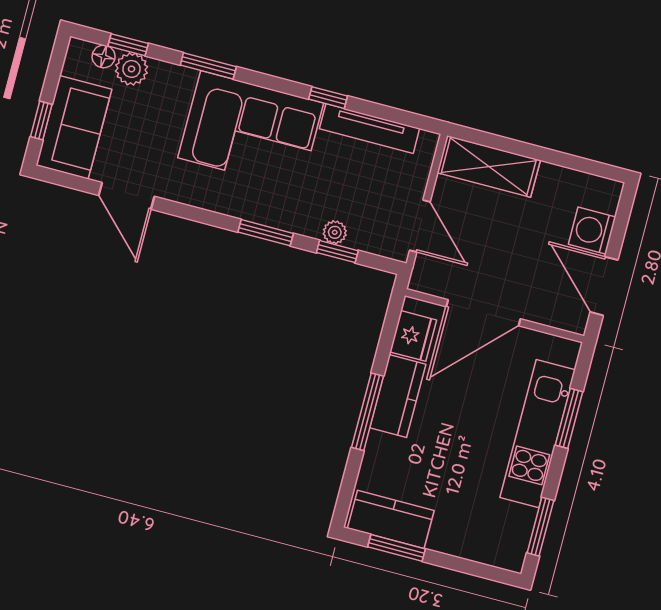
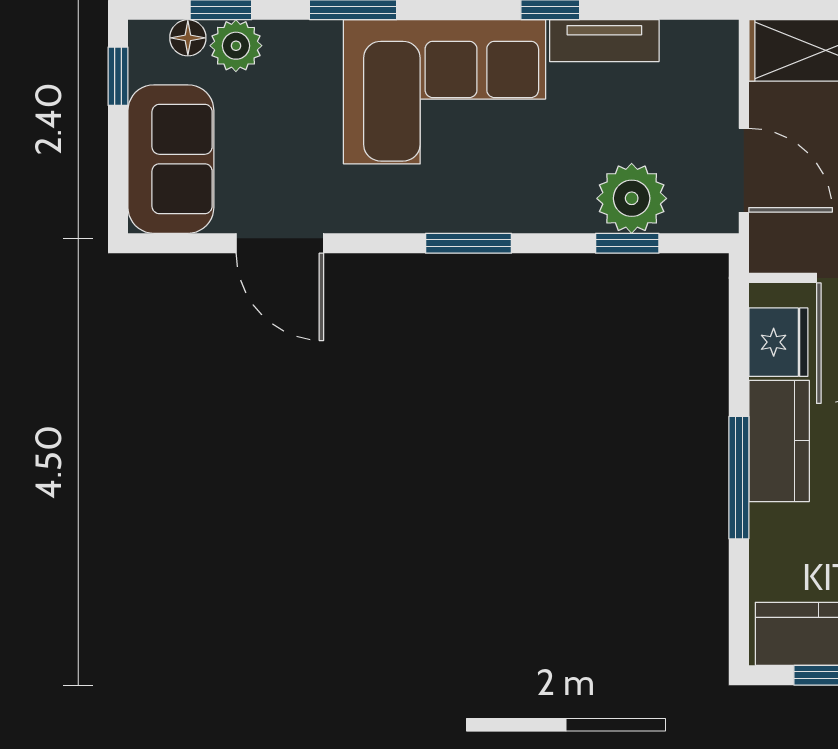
window: (41, 121) -> (118, 76), moved
tv unit: (370, 129) -> (604, 41), width x0.71
plant: (335, 232) -> (632, 198), width x1.87, depth x1.87
window: (266, 233) -> (469, 243), moved

